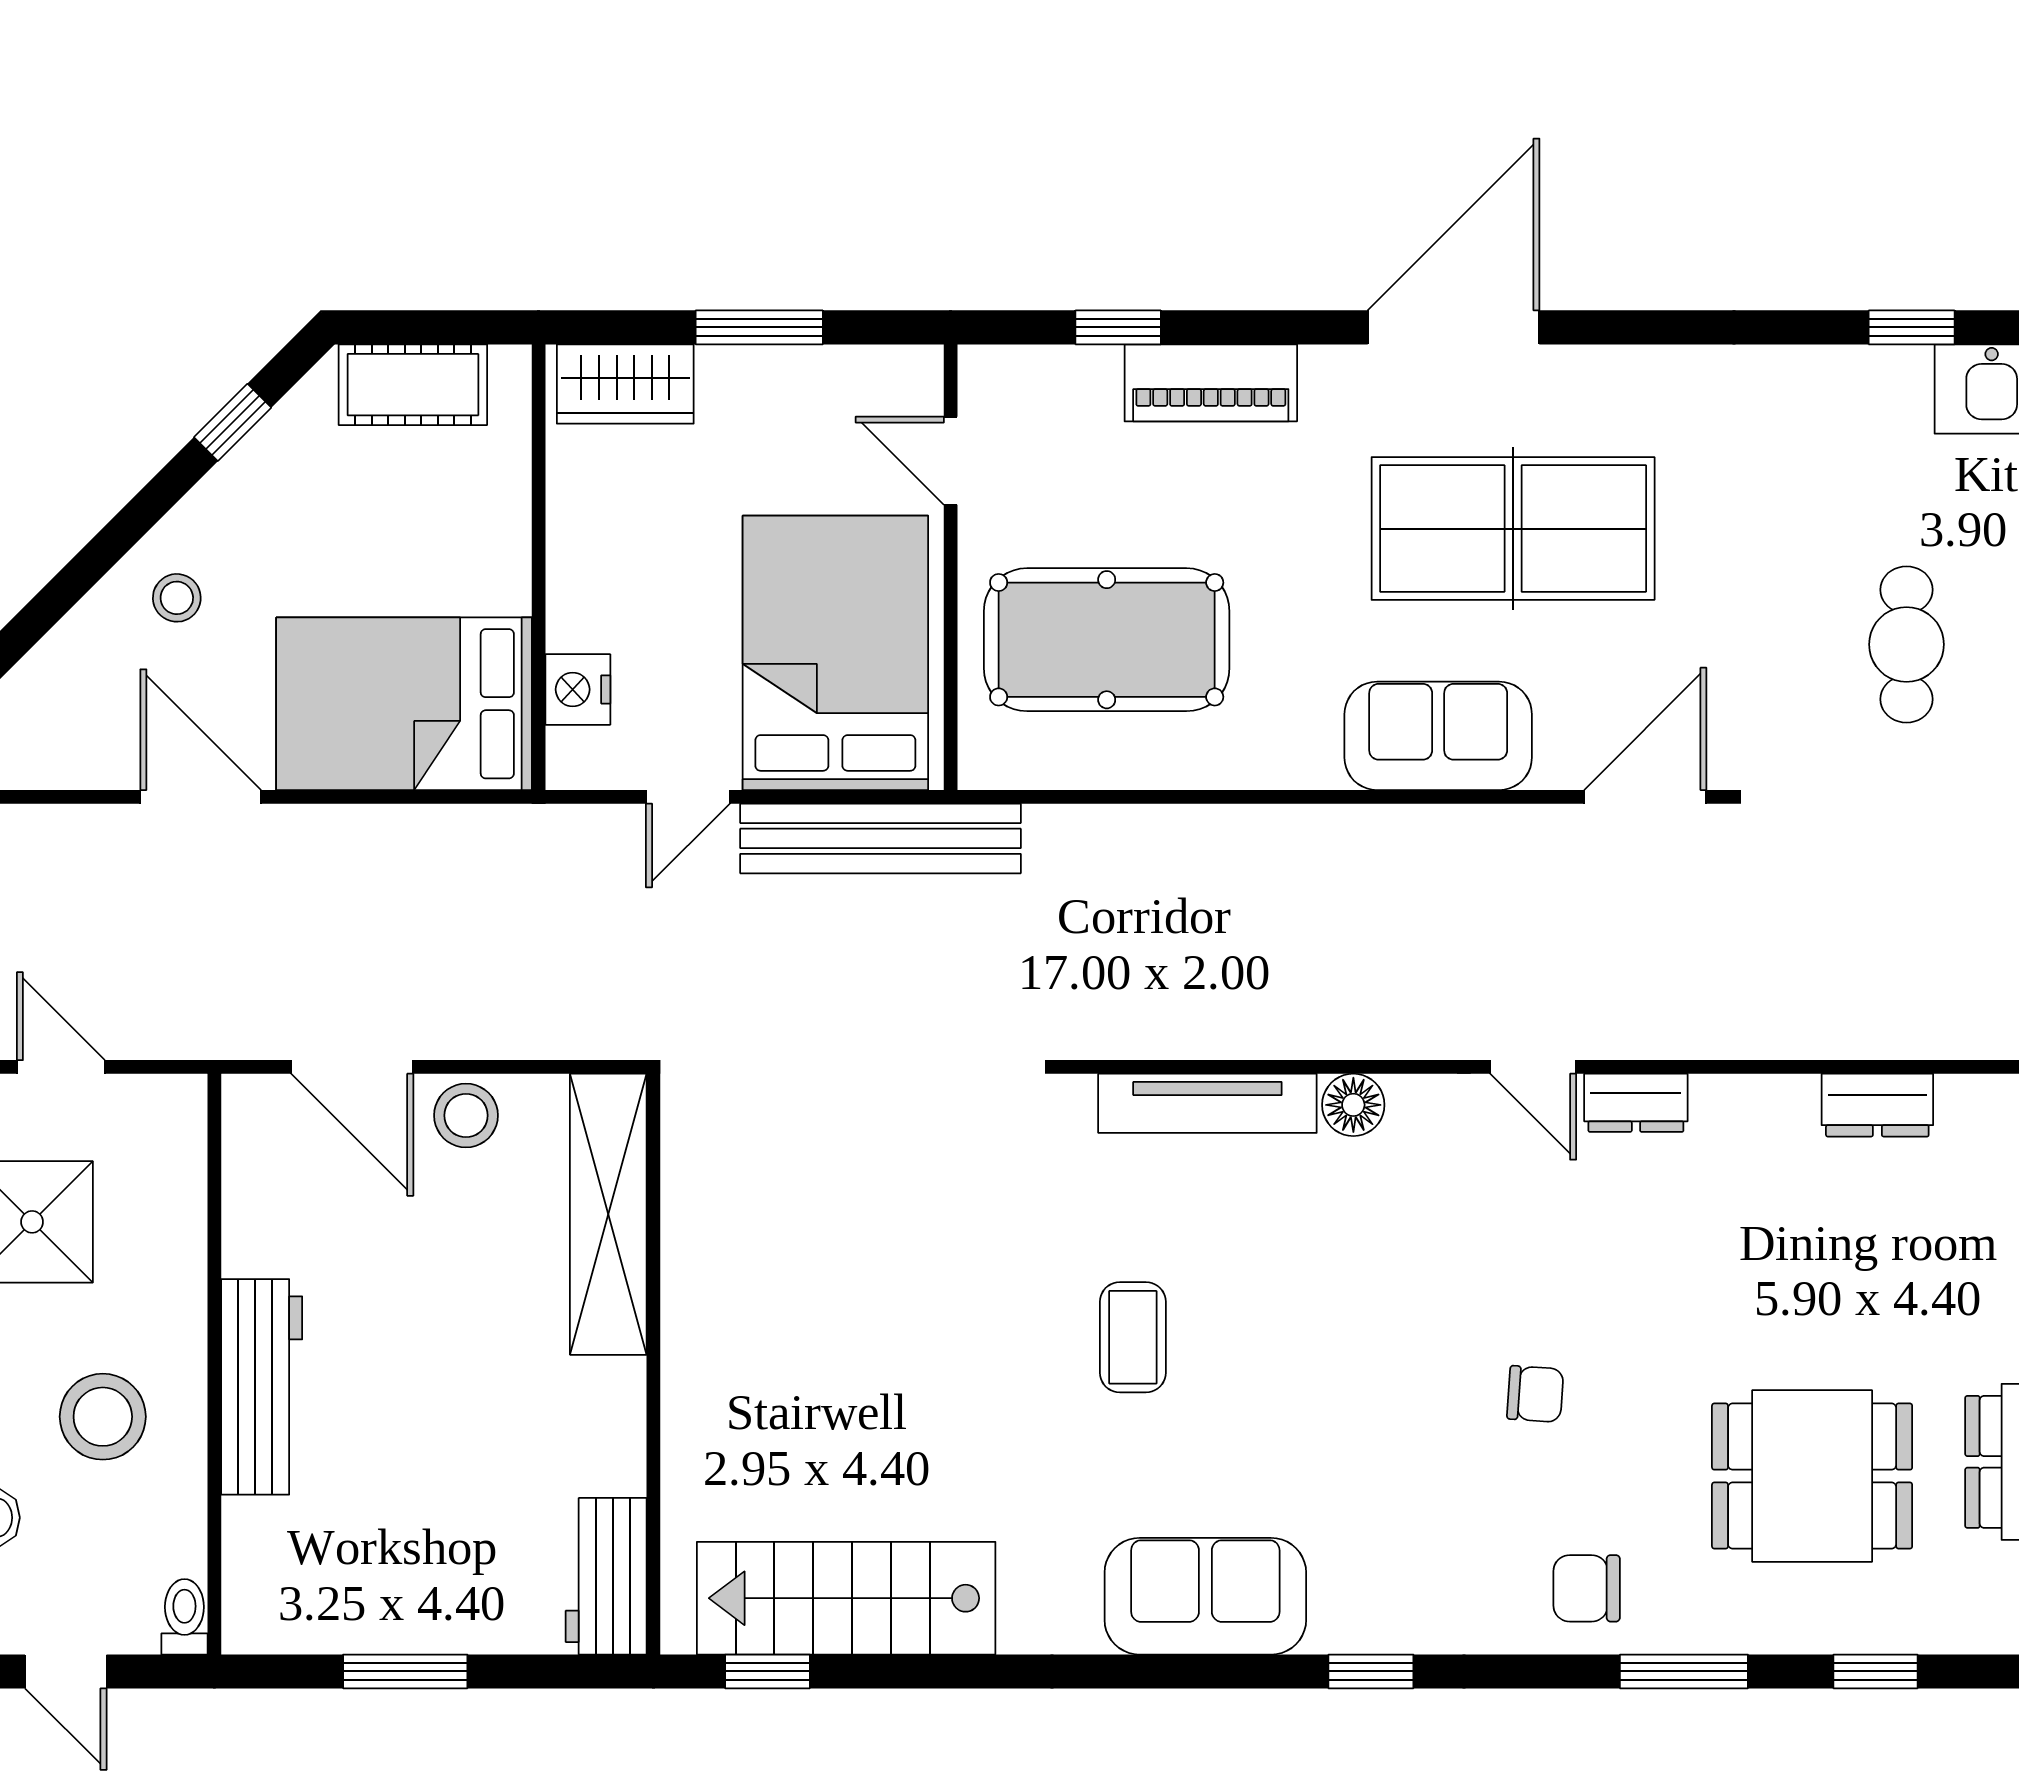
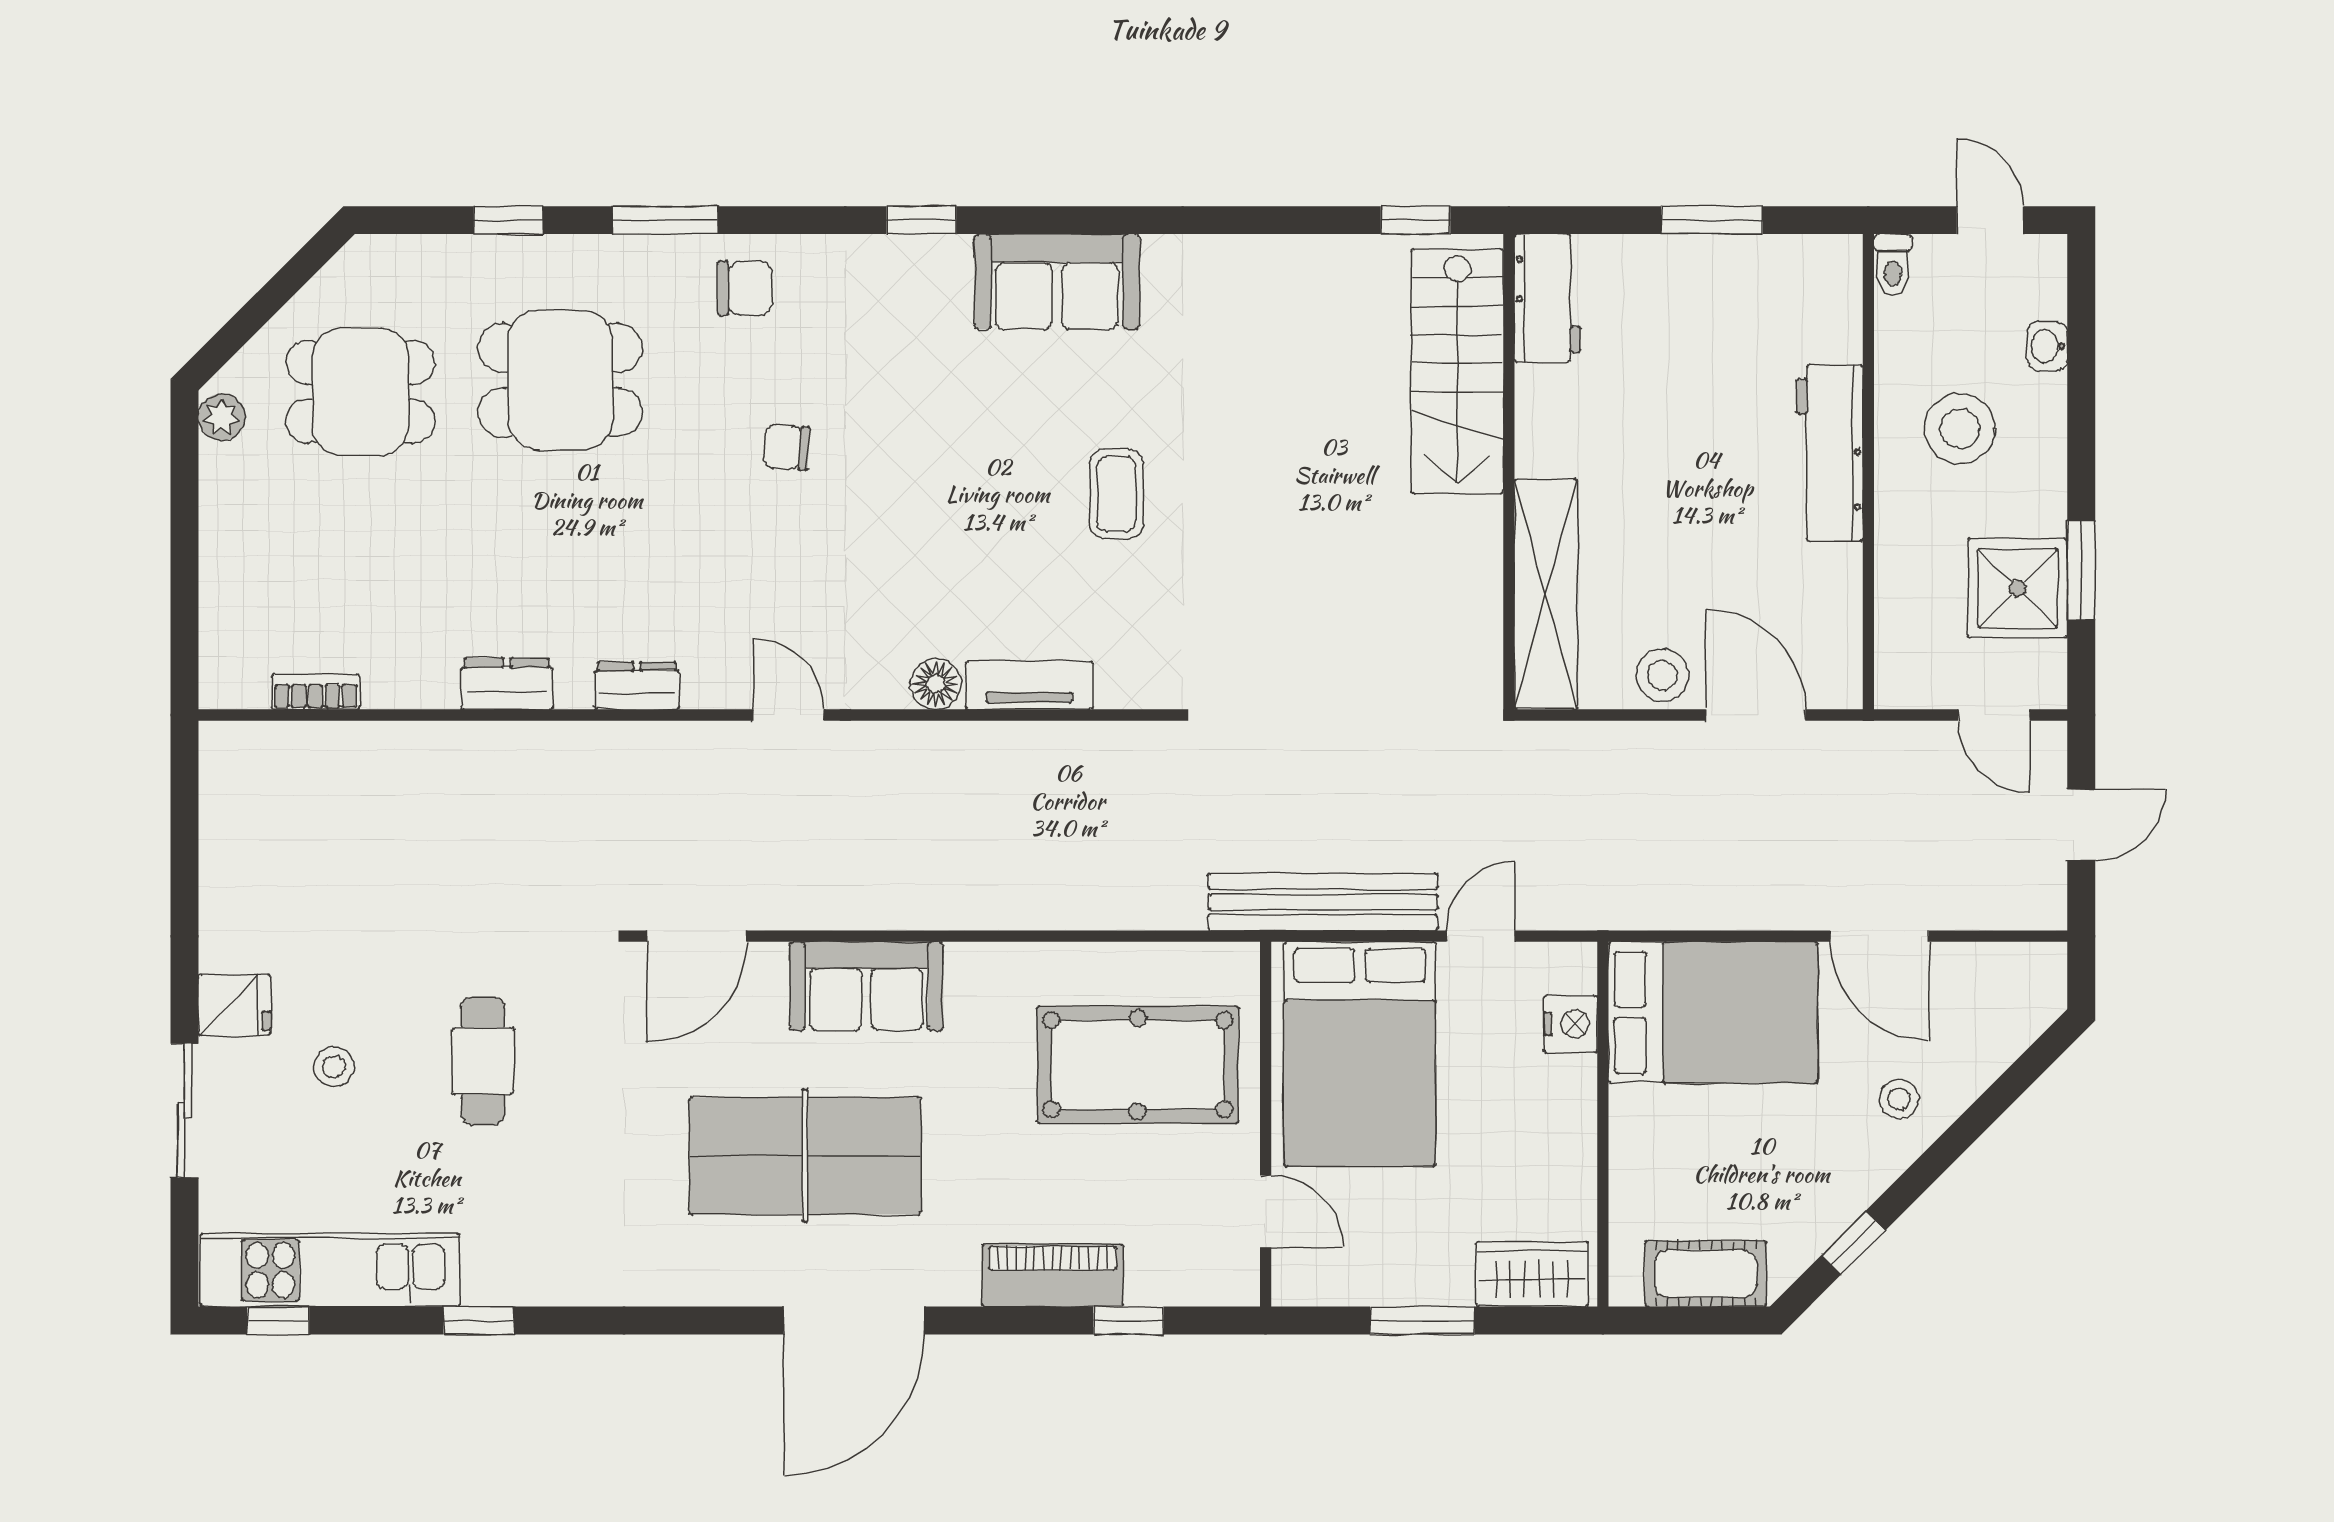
tv unit: (1207, 1103) -> (1029, 685), width x0.71
dresser: (1636, 1103) -> (637, 686), moved
stairs: (846, 1598) -> (1457, 371), moved, turned 90

